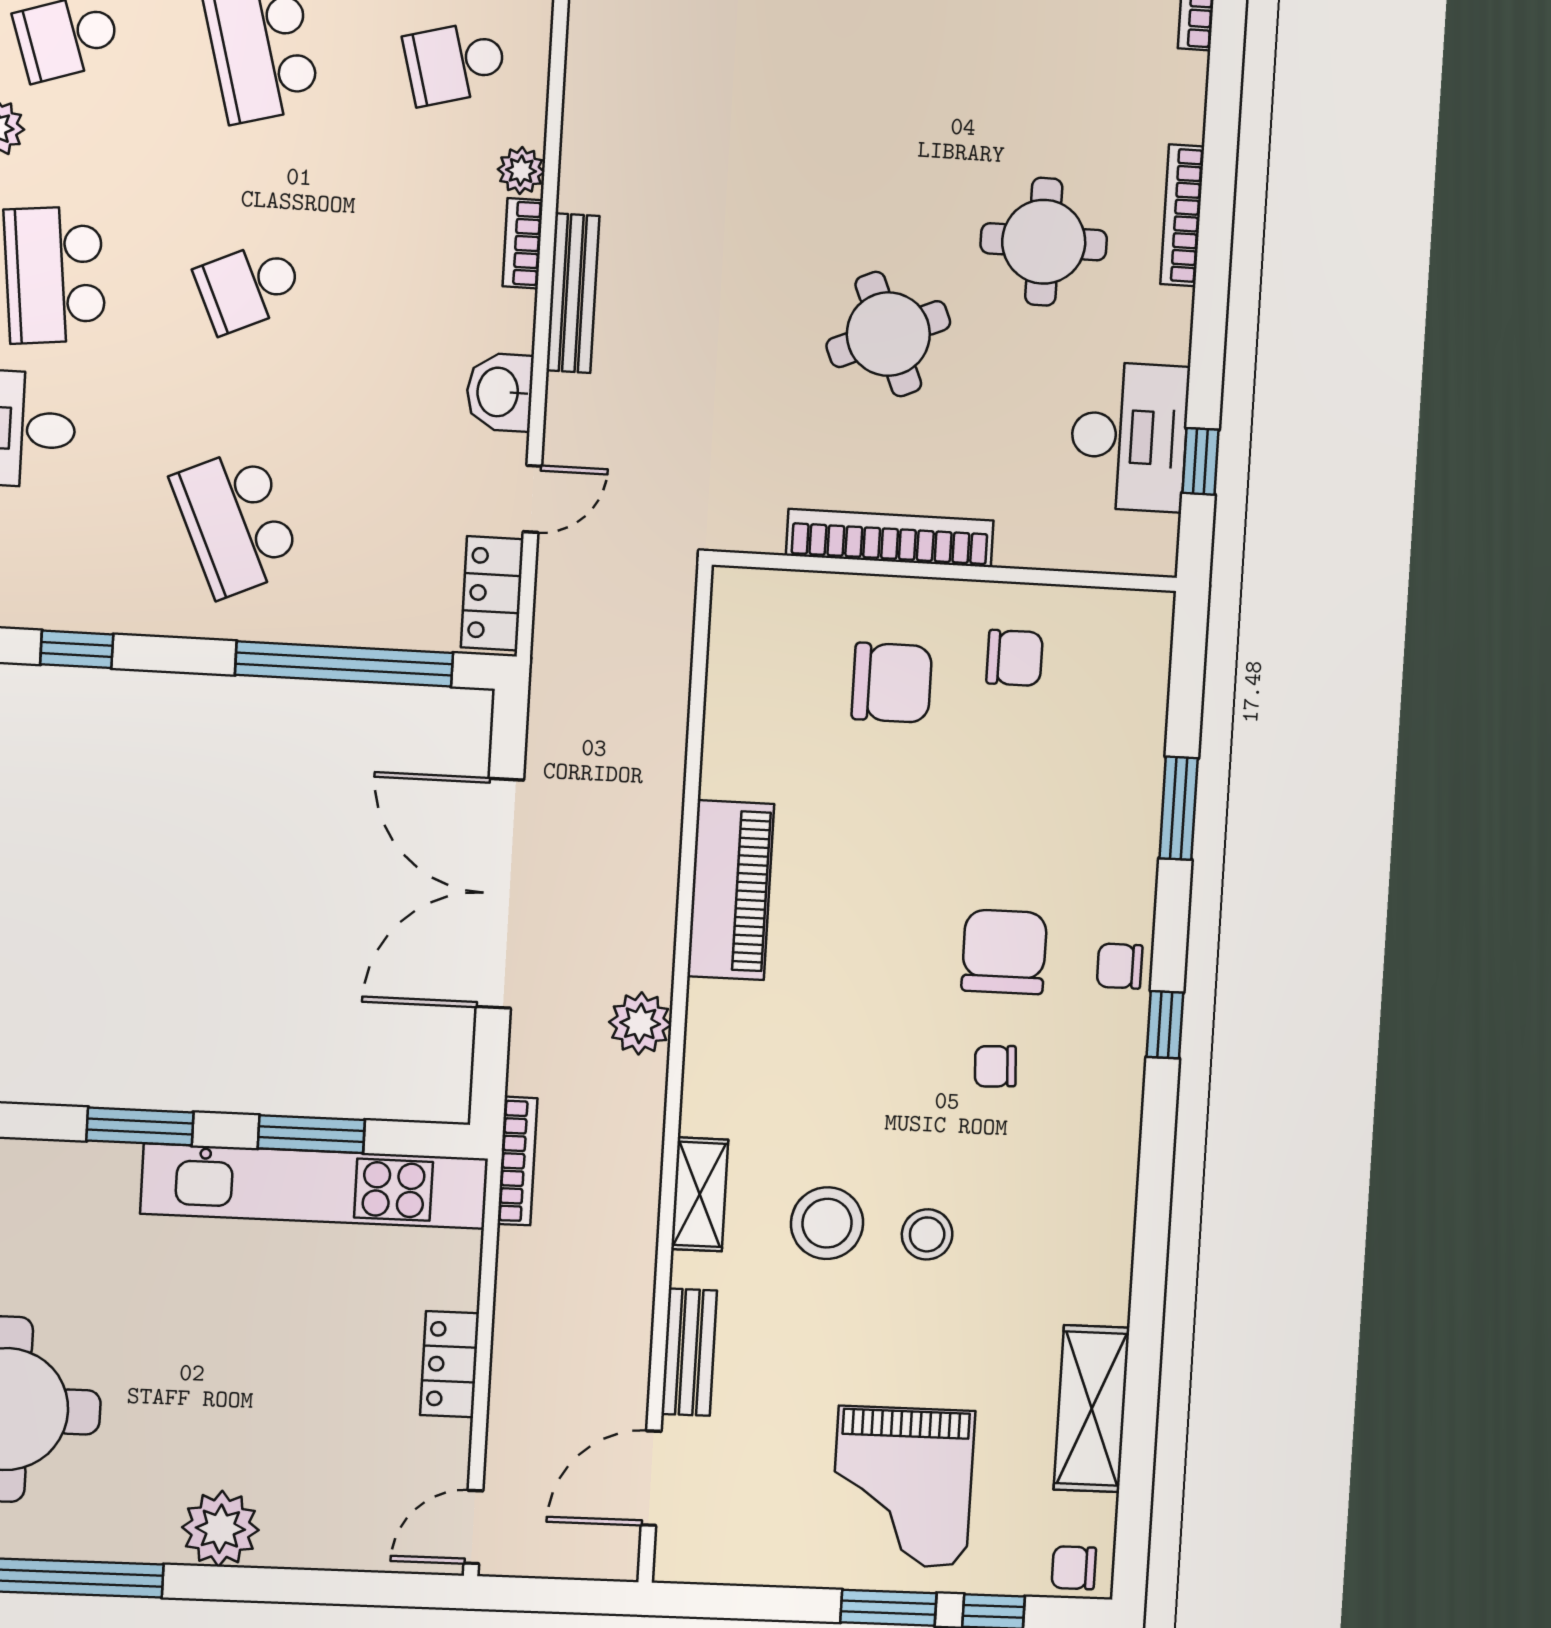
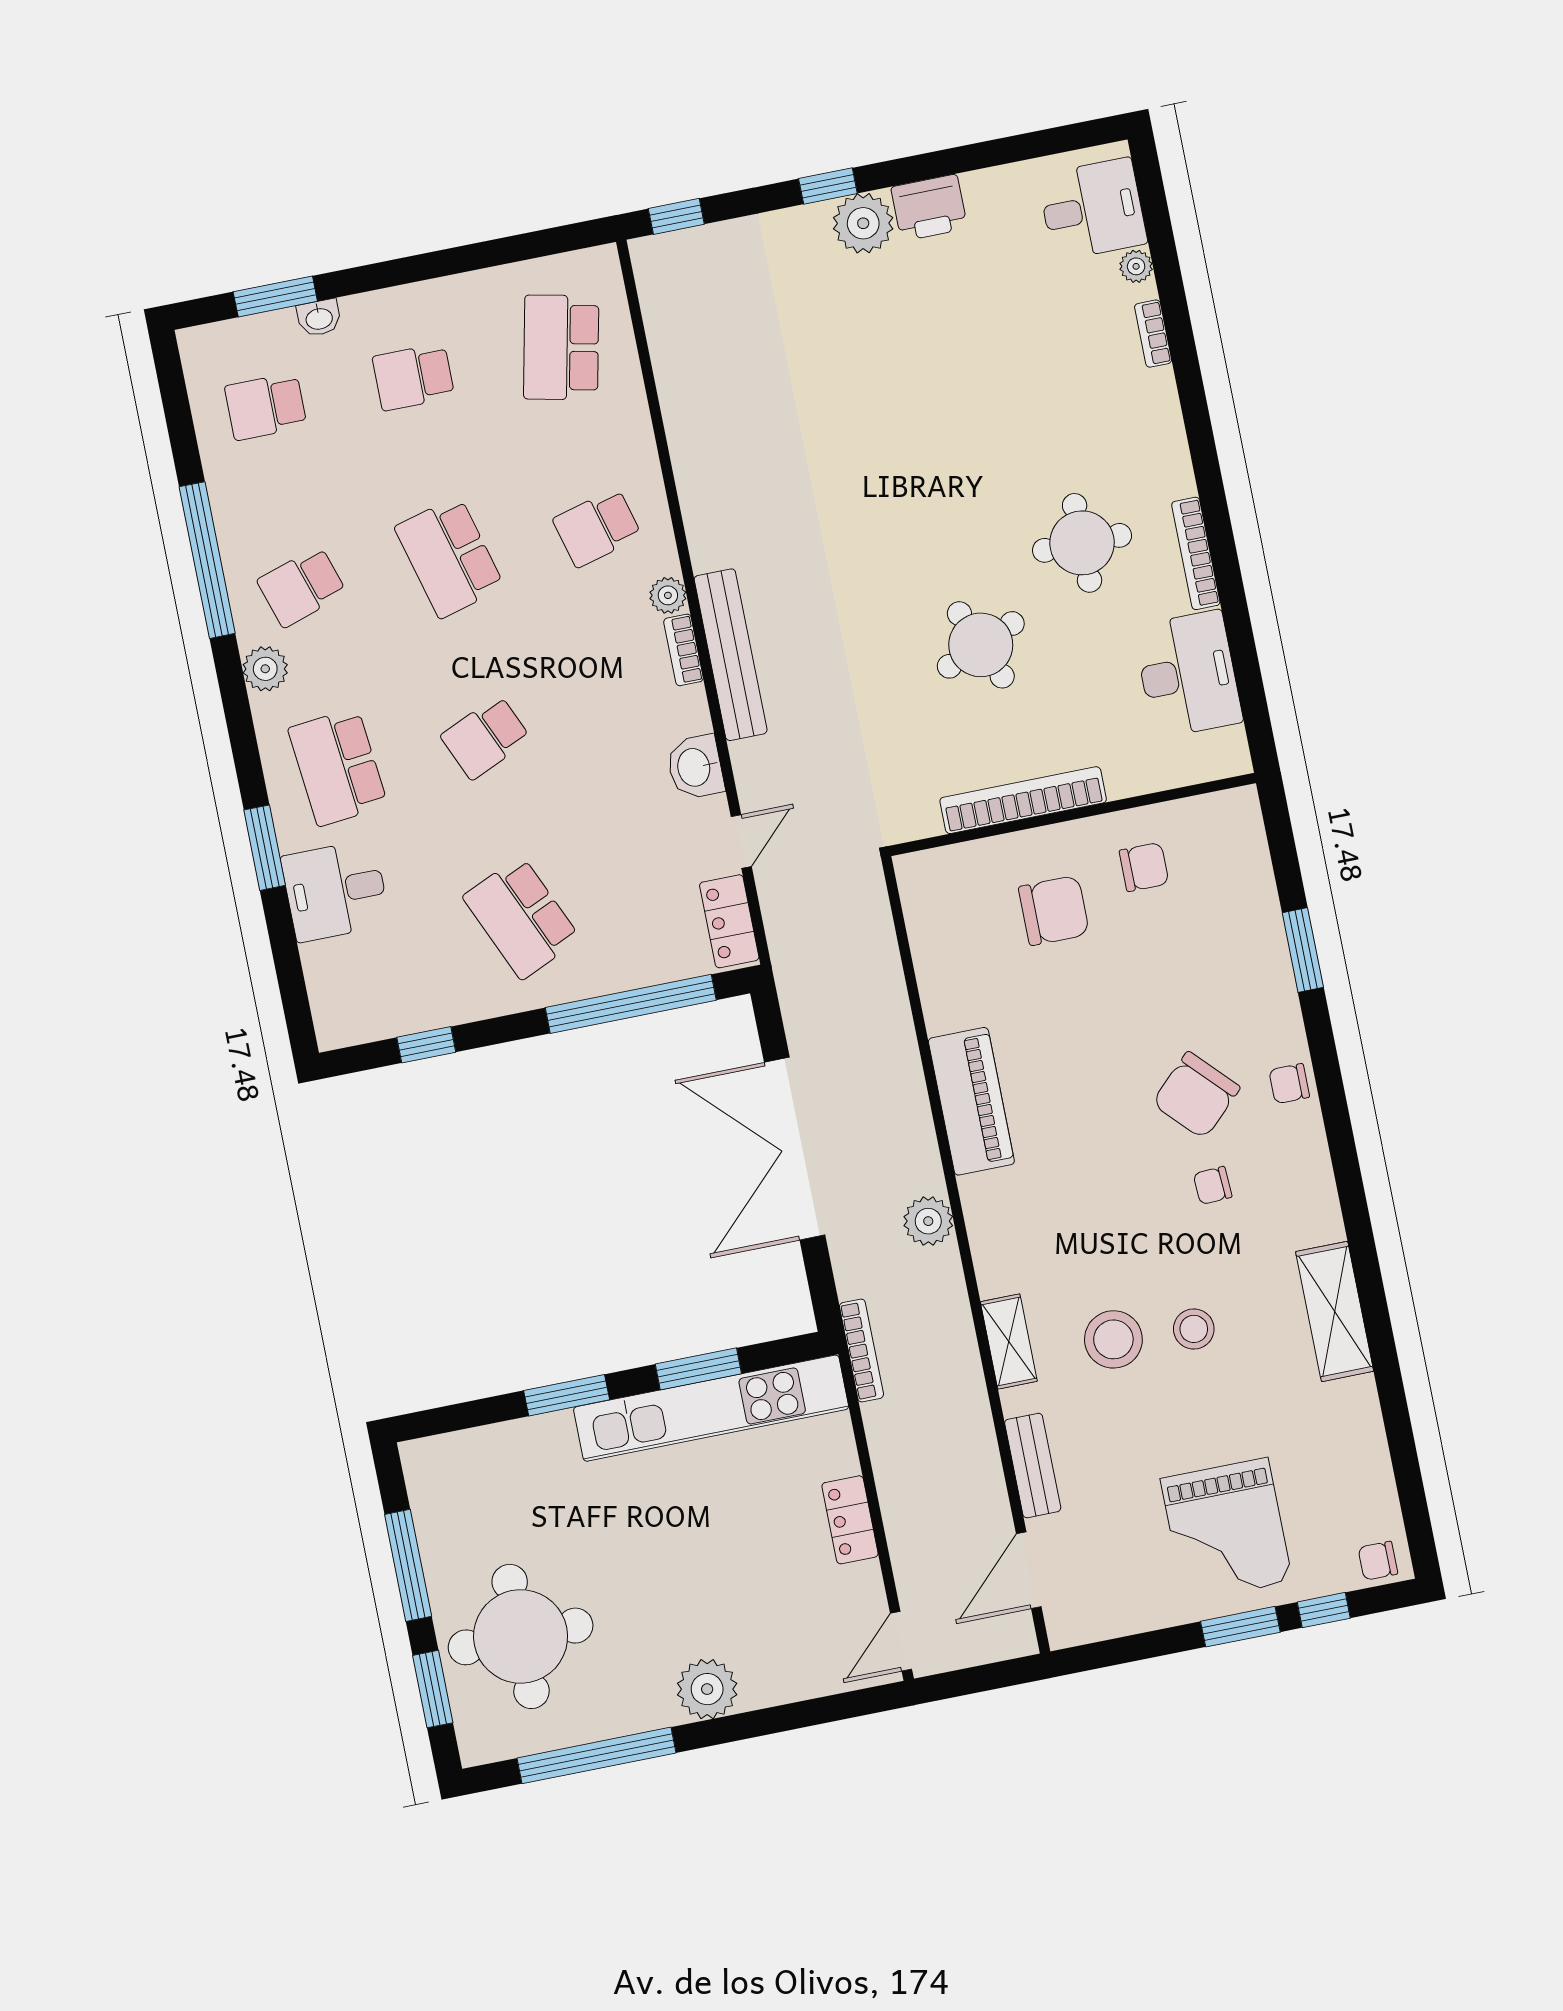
bookcase: (1182, 215) -> (1196, 553), moved
bench: (573, 293) -> (731, 655), width x1.37, depth x1.21
window: (1201, 461) -> (1249, 679), removed
chair: (1004, 952) -> (1196, 1095), turned -134
window: (1165, 1025) -> (1337, 1120), removed
shelving: (1092, 1409) -> (1335, 1311), moved

